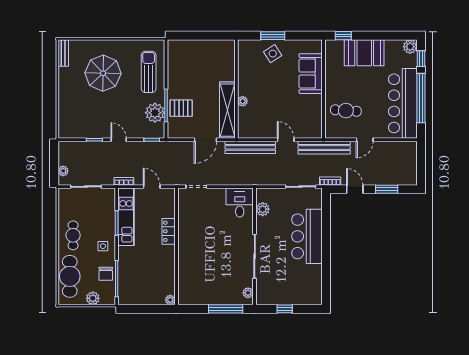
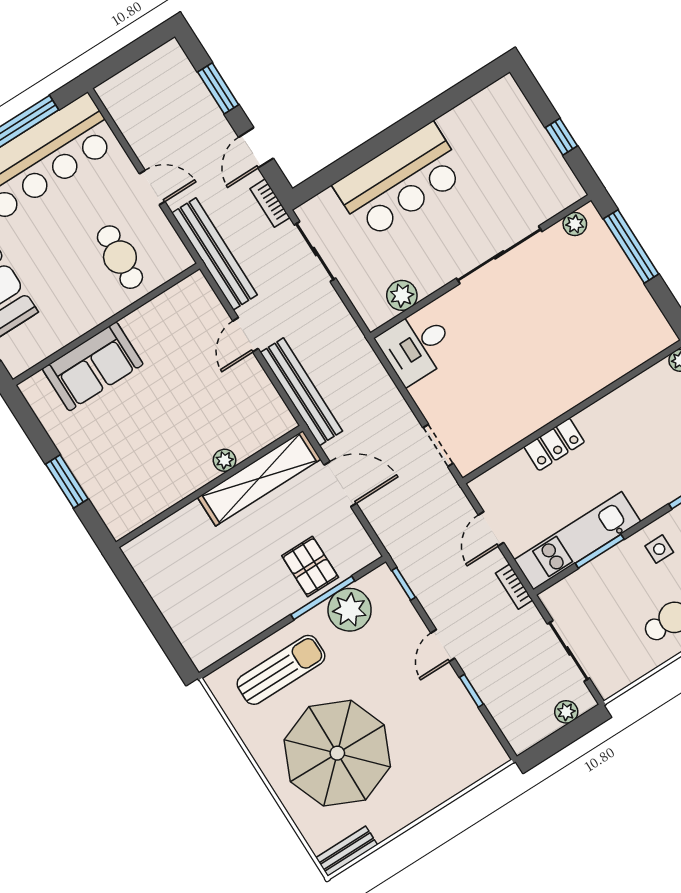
side table: (273, 54) -> (100, 461), removed
sun lounger: (149, 72) -> (281, 670), turned 180
parasol: (103, 73) -> (337, 753), width x1.36, depth x1.36

